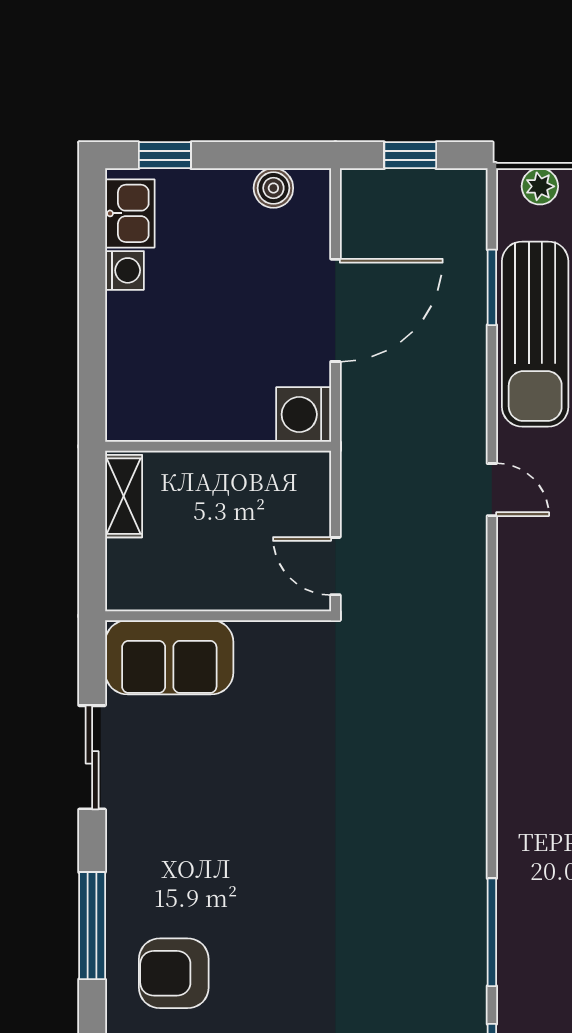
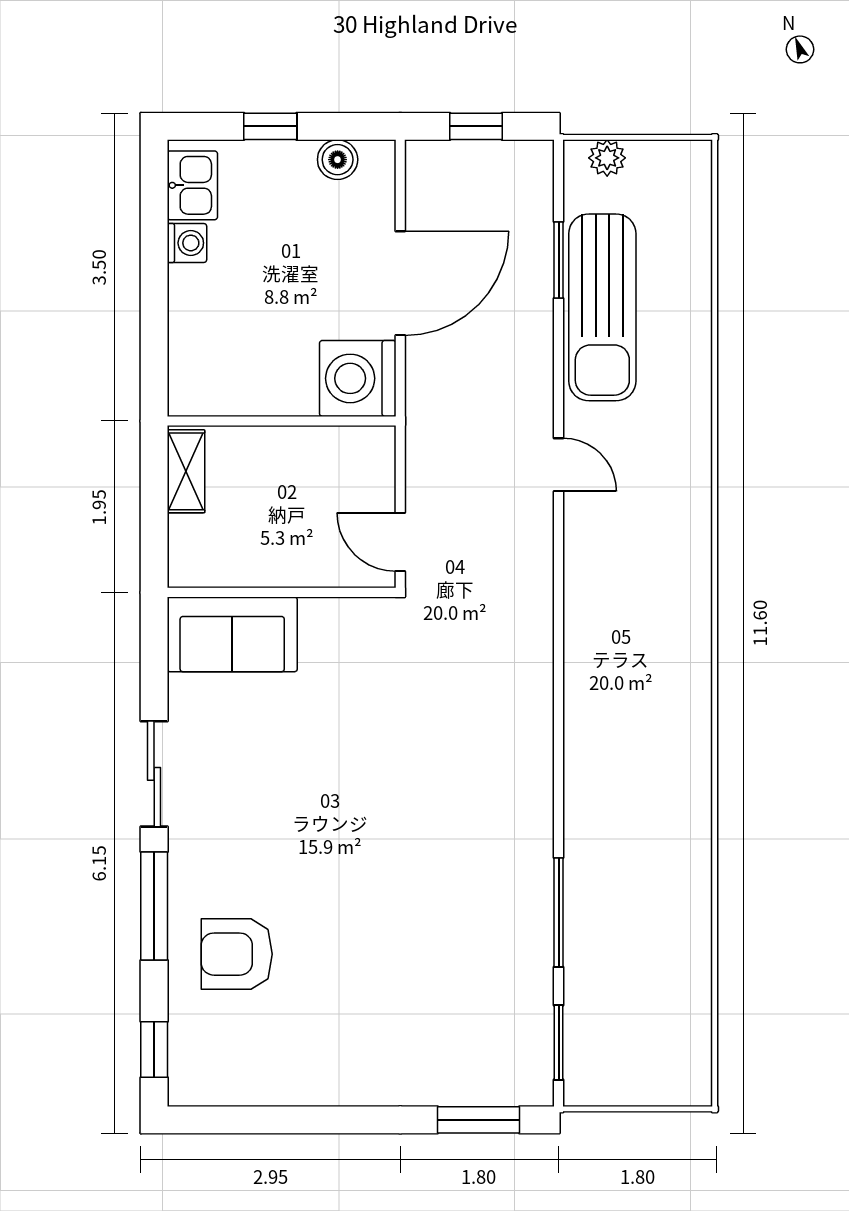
window: (165, 155) -> (270, 126), moved
washing machine: (304, 414) -> (358, 378), width x1.37, depth x1.37
sliding door: (92, 757) -> (154, 774), moved

